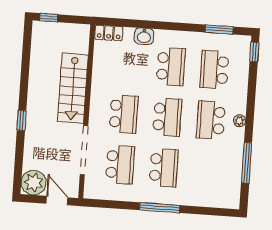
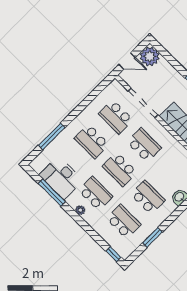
window: (219, 29) -> (152, 237), moved
school desk: (171, 67) -> (148, 197), turned 180
school desk: (124, 114) -> (144, 145), turned 180
desk: (224, 166) -> (61, 178), added
window: (160, 208) -> (52, 136), moved

